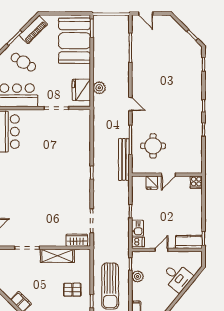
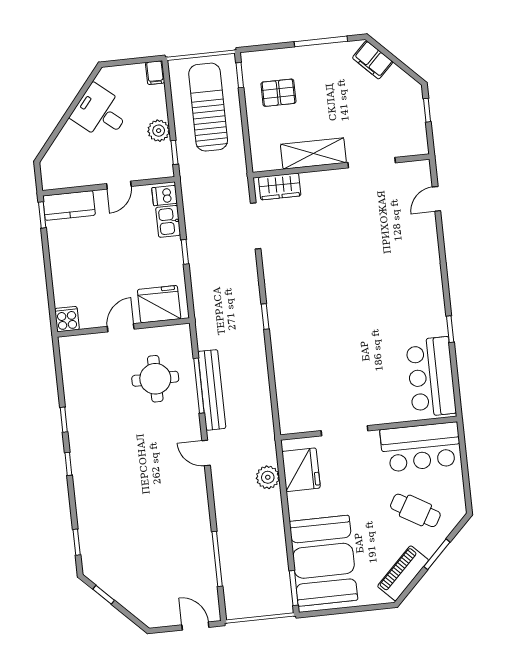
bench: (124, 159) -> (212, 390), moved
fridge: (152, 183) -> (159, 304), width x1.88, depth x1.34
desk: (177, 277) -> (100, 112), moved

